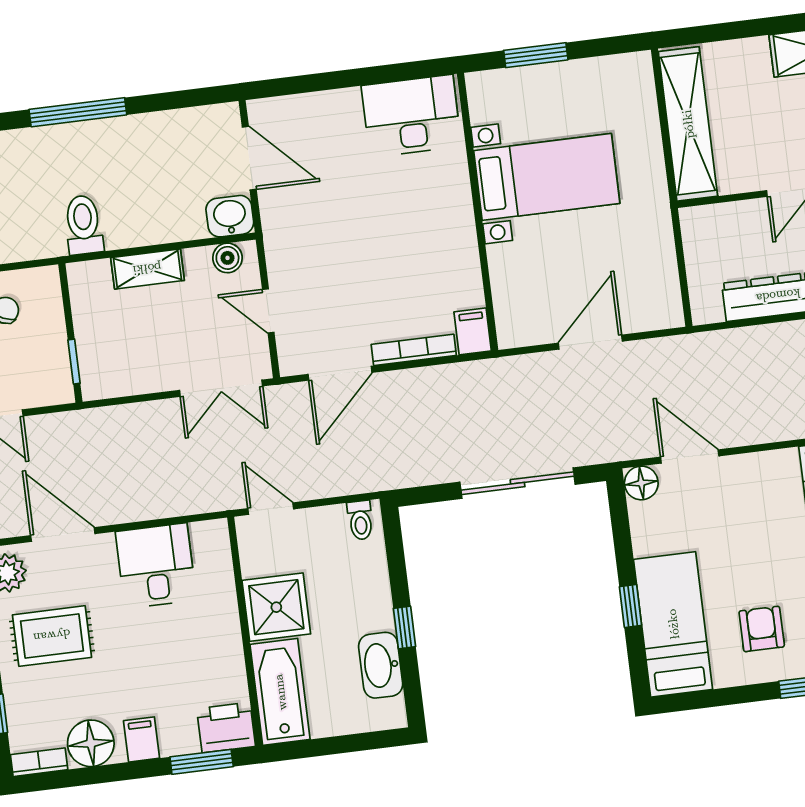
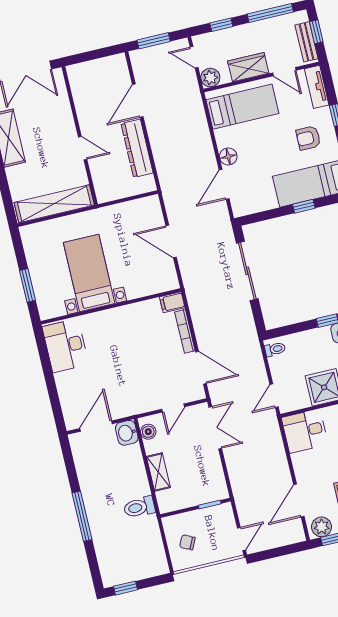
floor lamp: (641, 483) -> (228, 157), moved
desk: (156, 566) -> (305, 431), moved

